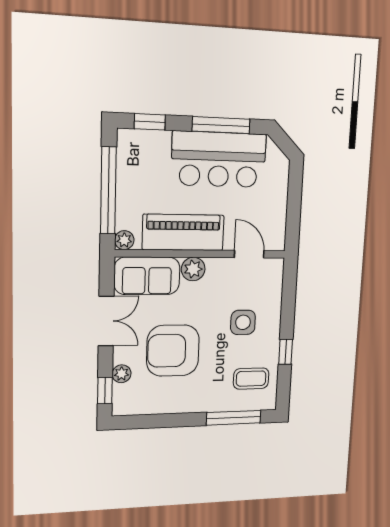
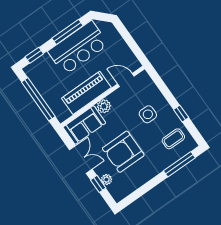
plant: (124, 240) -> (62, 116), removed
window: (105, 391) -> (98, 184), moved

